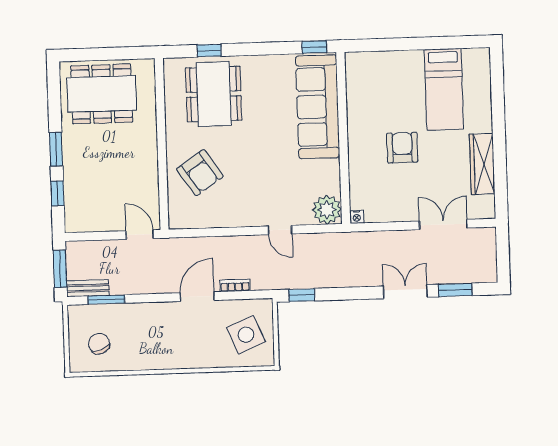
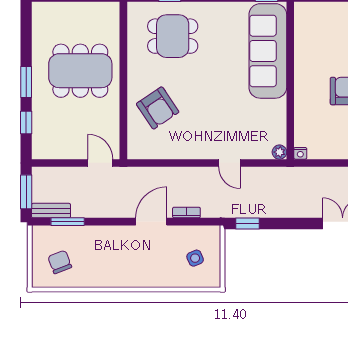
dining table: (102, 94) -> (80, 71), moved
dining table: (214, 94) -> (173, 36), width x0.73
plant: (327, 210) -> (279, 152), width x0.53, depth x0.53
side table: (246, 335) -> (195, 258), width x0.54, depth x0.54

